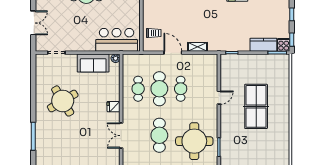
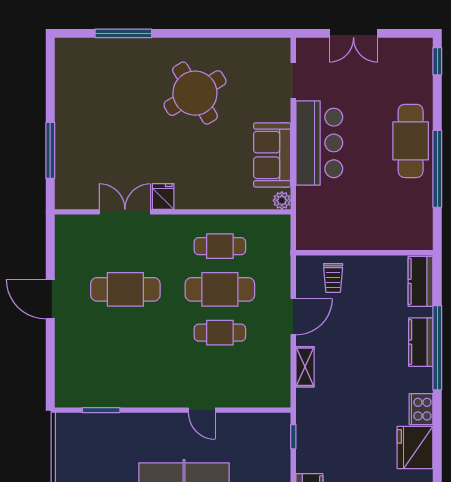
bar counter: (117, 40) -> (319, 143), moved
fridge: (114, 107) -> (163, 196), moved
round table: (194, 141) -> (113, 360), removed

